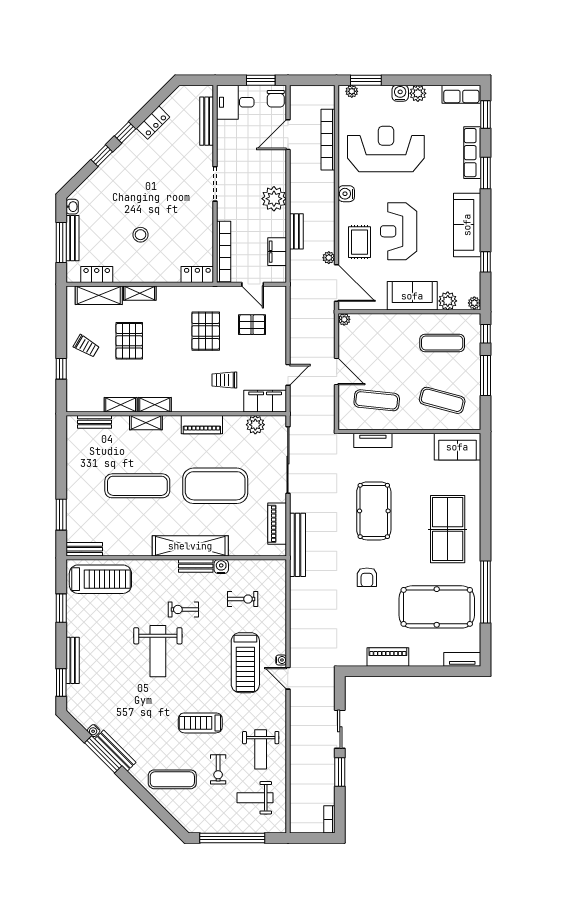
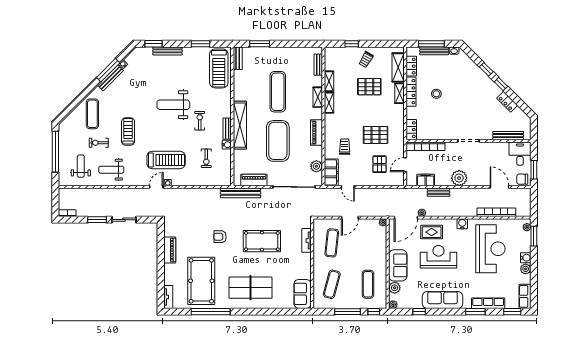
locker: (137, 275) -> (411, 92), added
treadmill: (245, 663) -> (166, 160), turned 180

